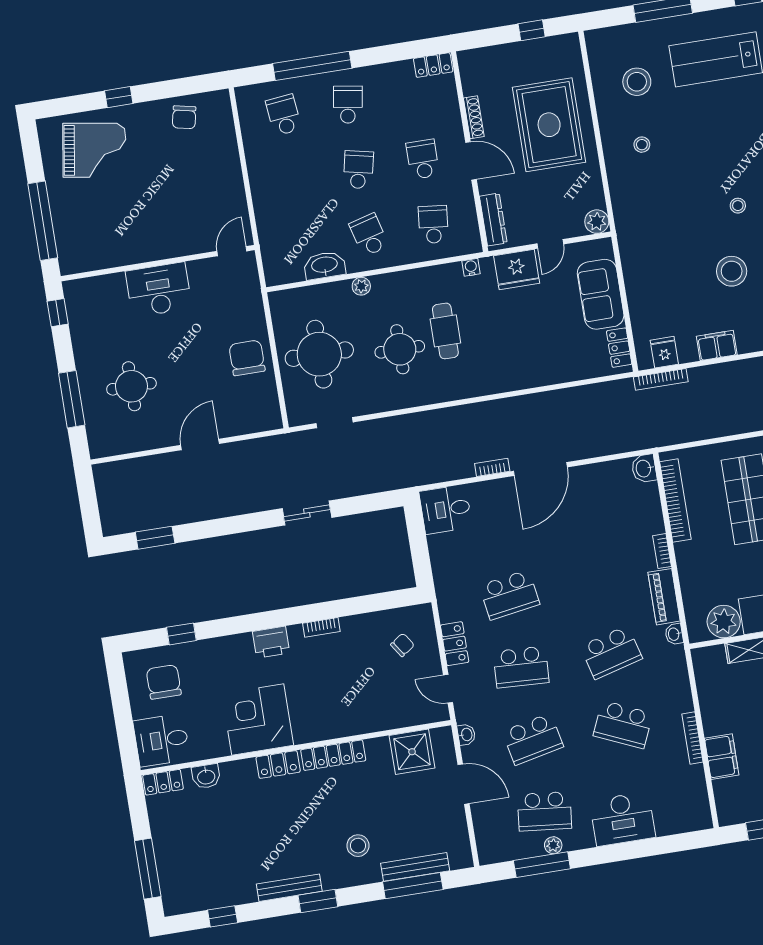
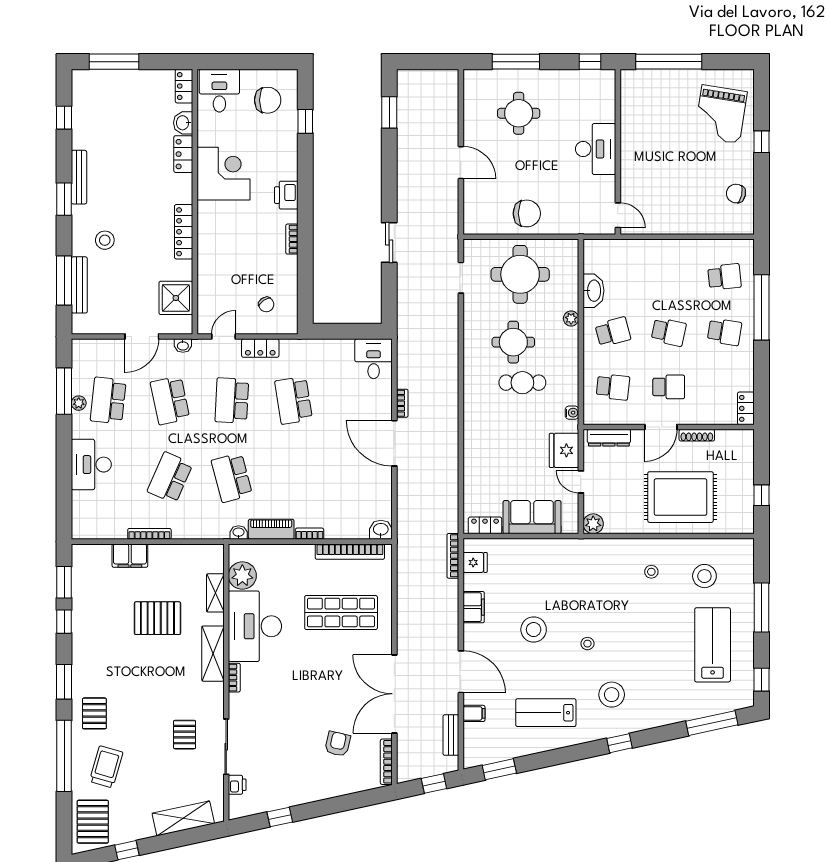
locker: (278, 765) -> (183, 154), moved

